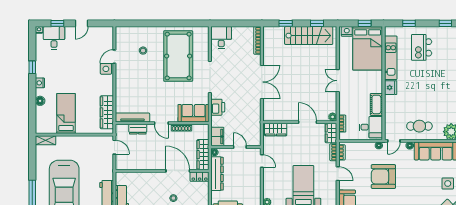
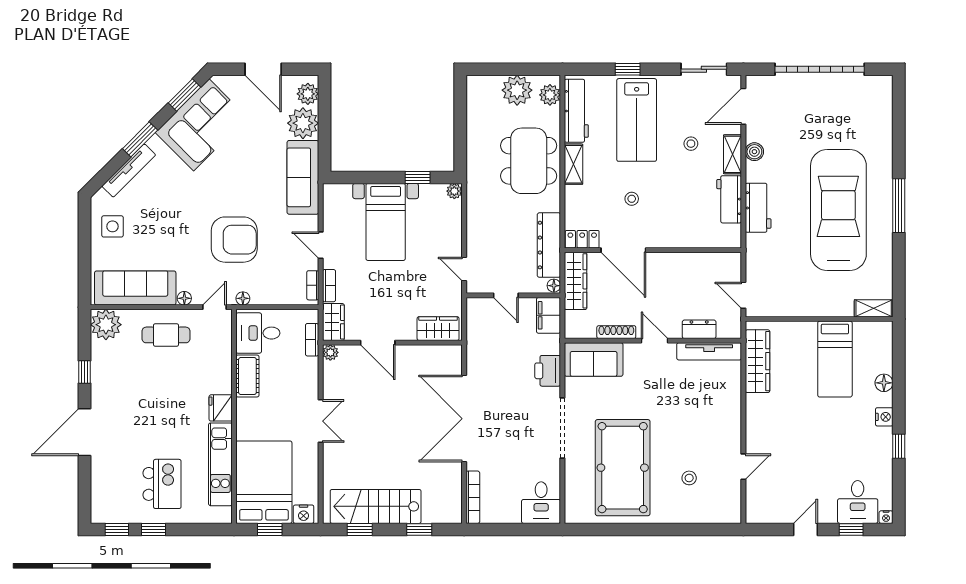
window: (409, 23) -> (153, 529), moved
side table: (106, 69) -> (759, 443), removed
double door: (262, 82) -> (464, 419), width x1.36

